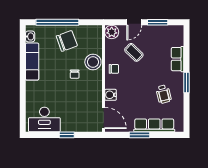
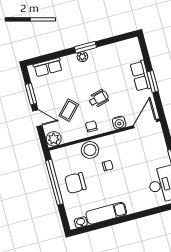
window: (57, 22) -> (54, 182), moved
chair: (67, 41) -> (75, 183), turned -70
row of seats: (178, 59) -> (48, 67), moved
plant: (179, 78) -> (82, 57), added
wheelchair: (164, 94) -> (99, 99), moved
row of seats: (154, 125) -> (141, 76), width x0.68

